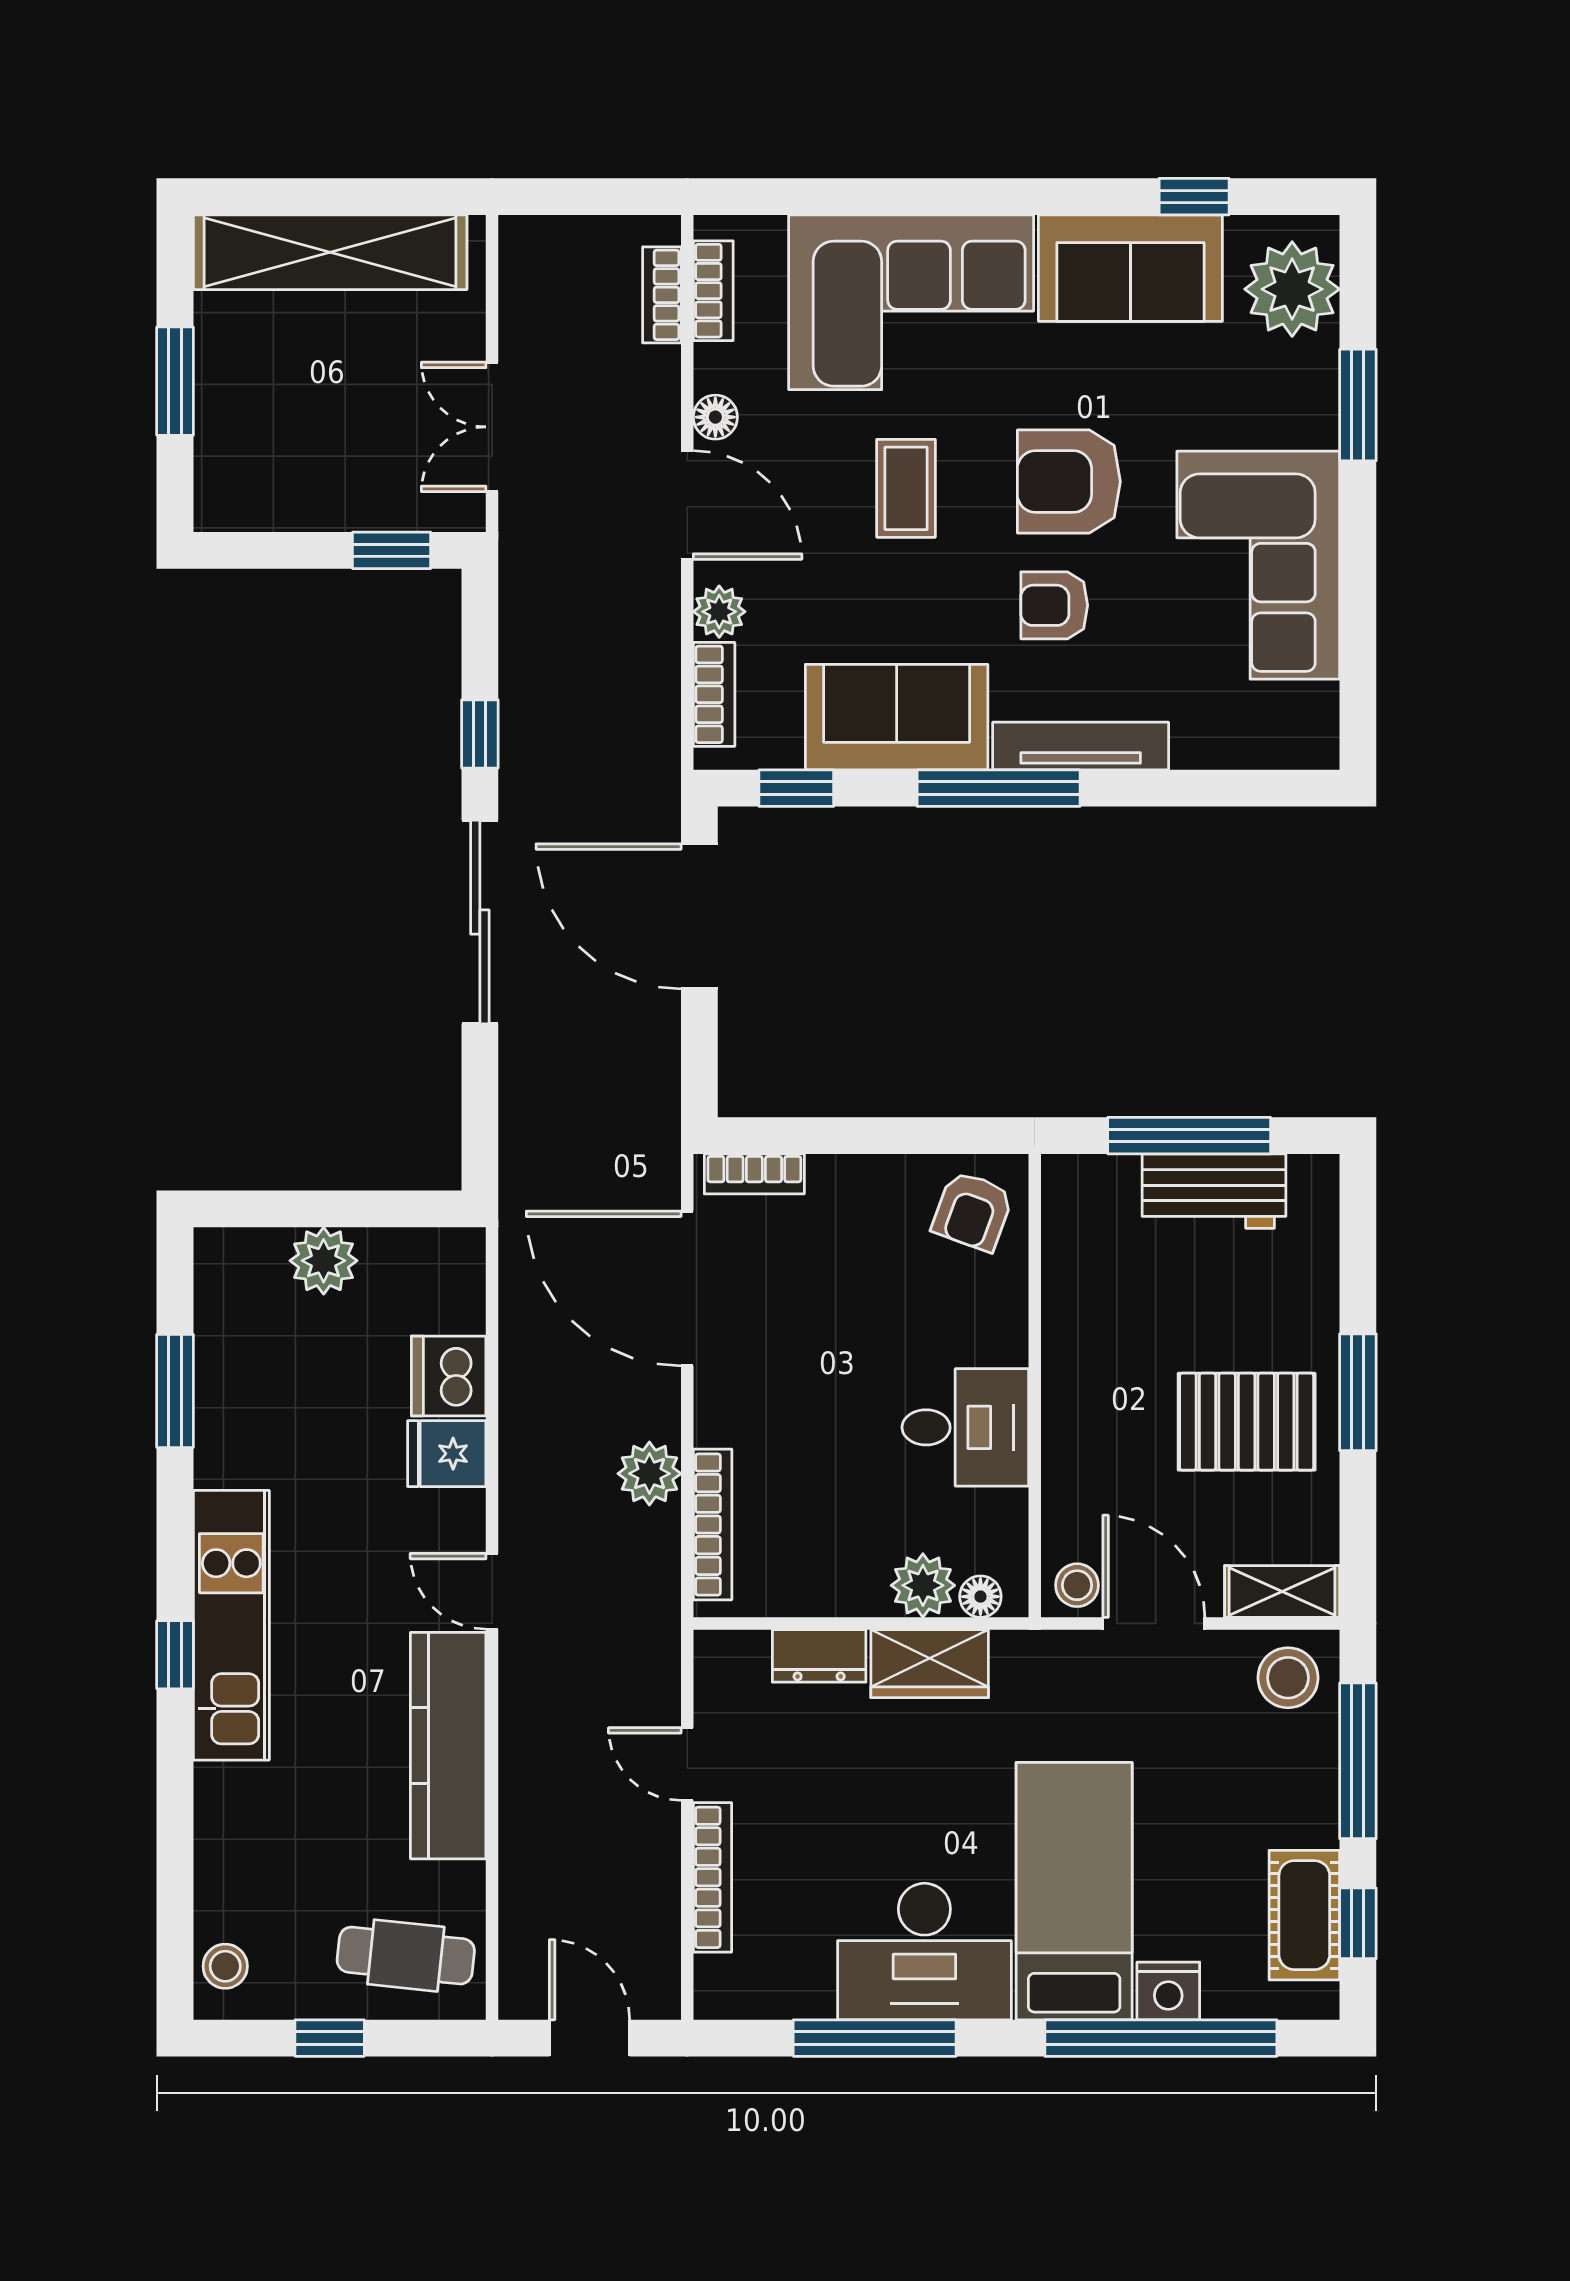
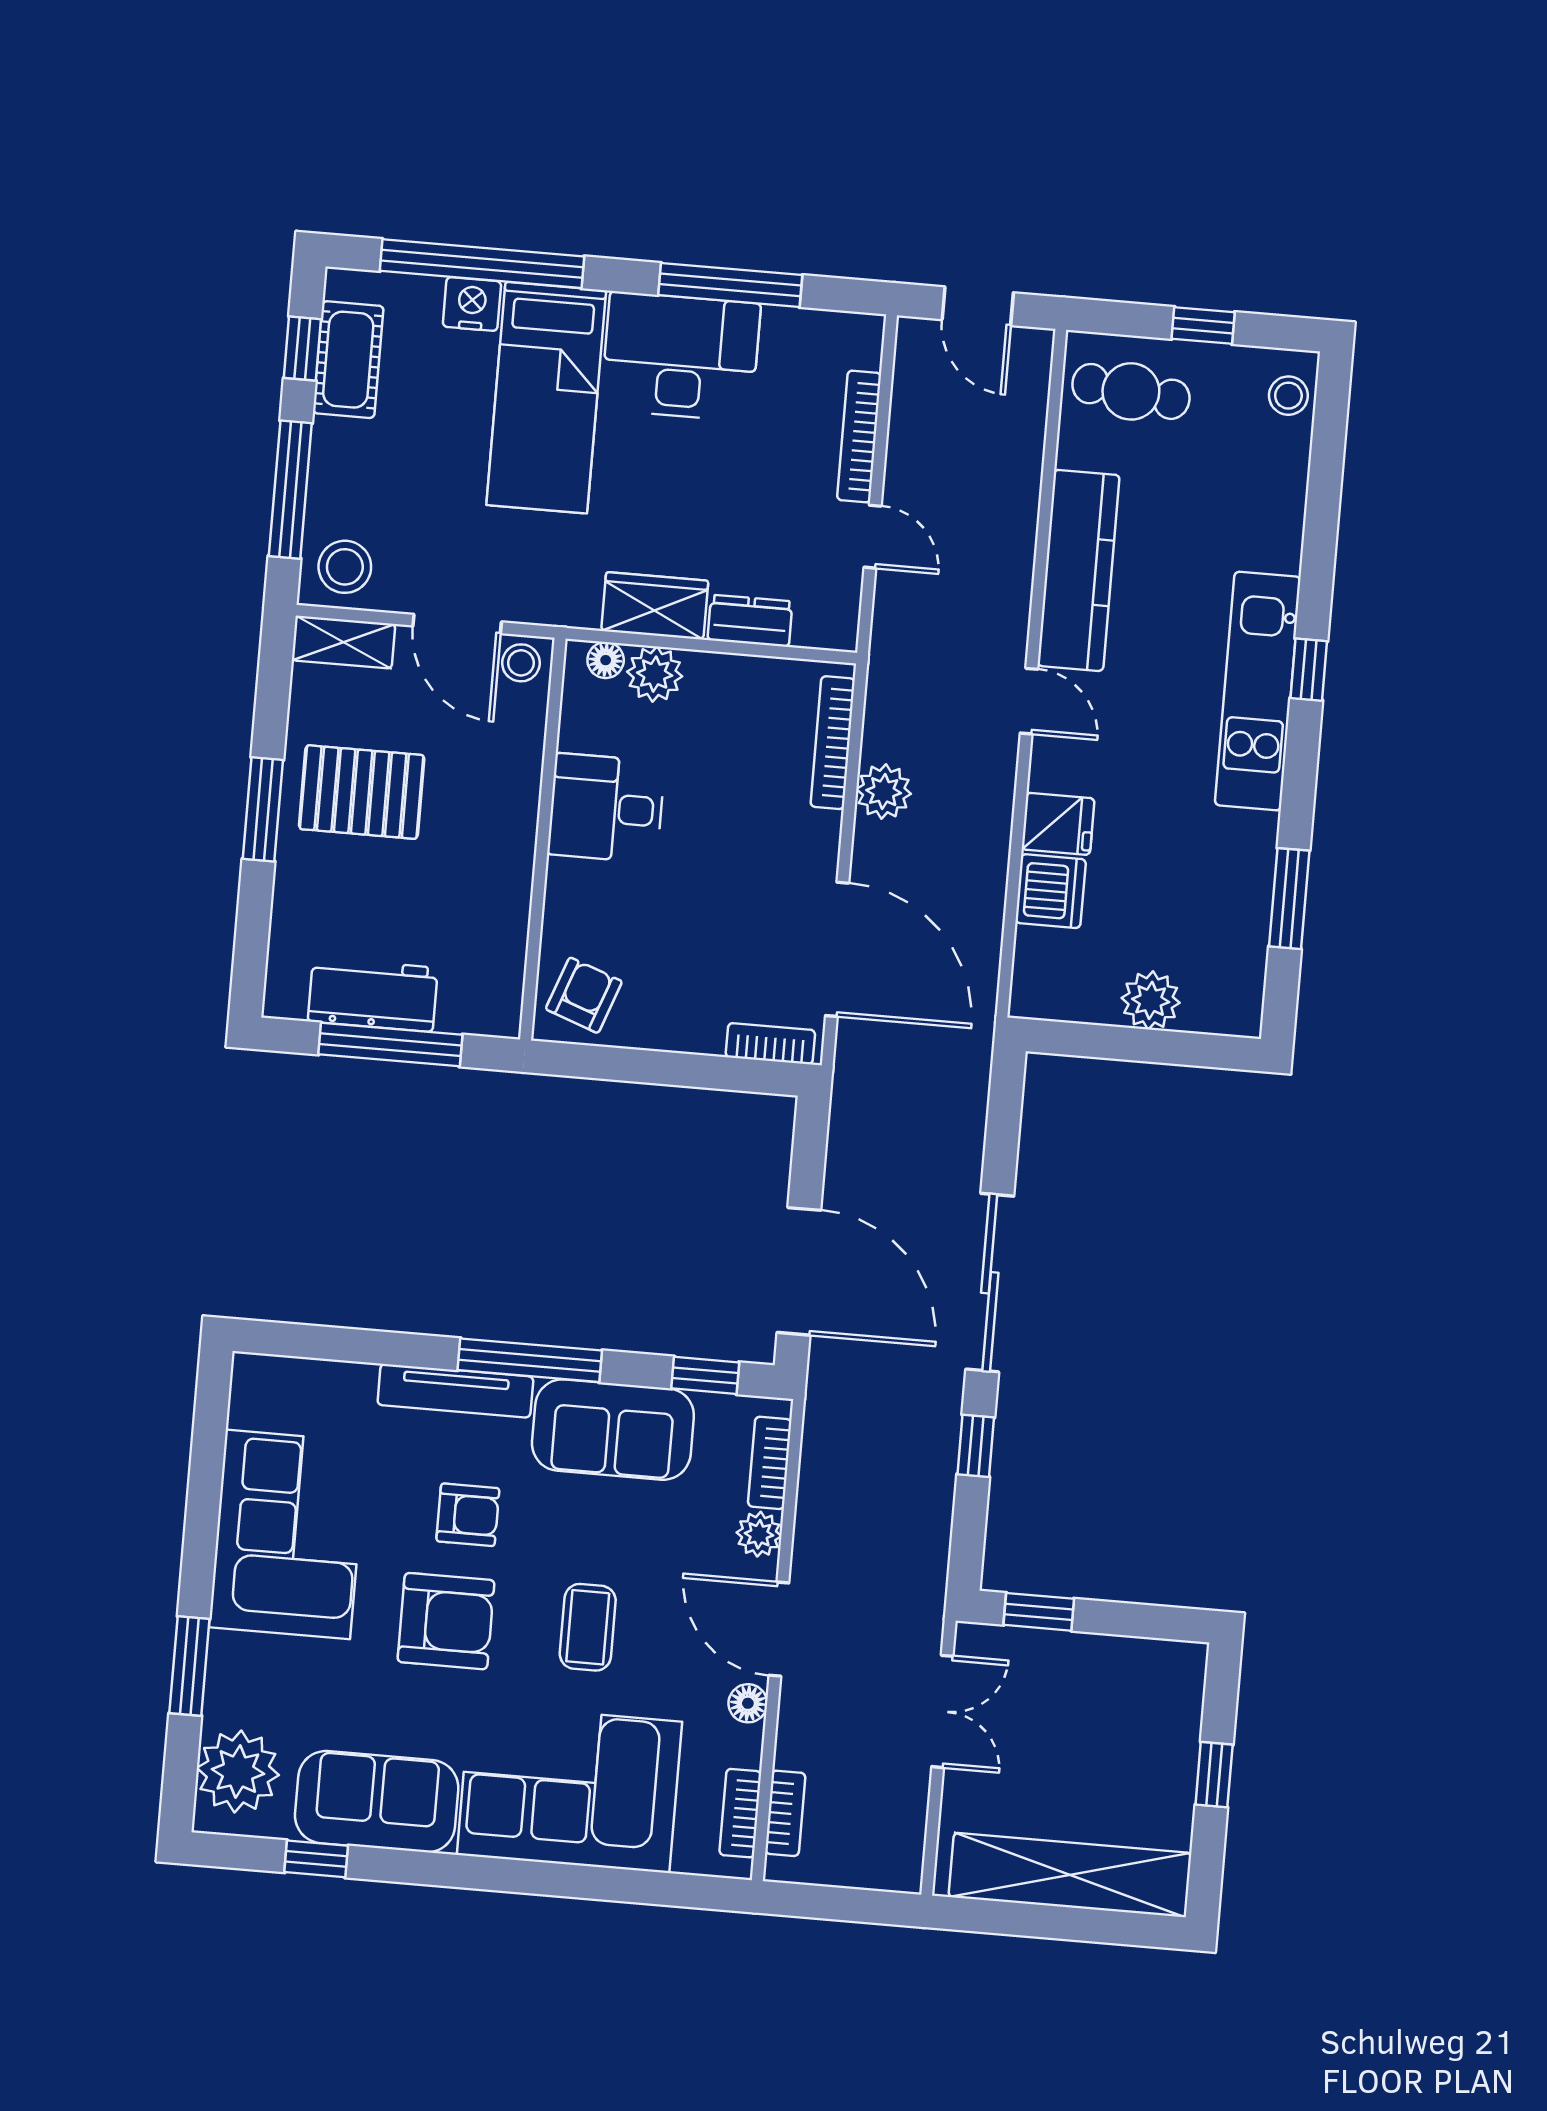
window: (175, 381) -> (1214, 1775), width x0.67

